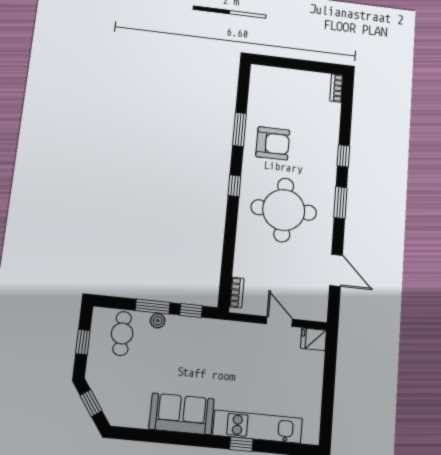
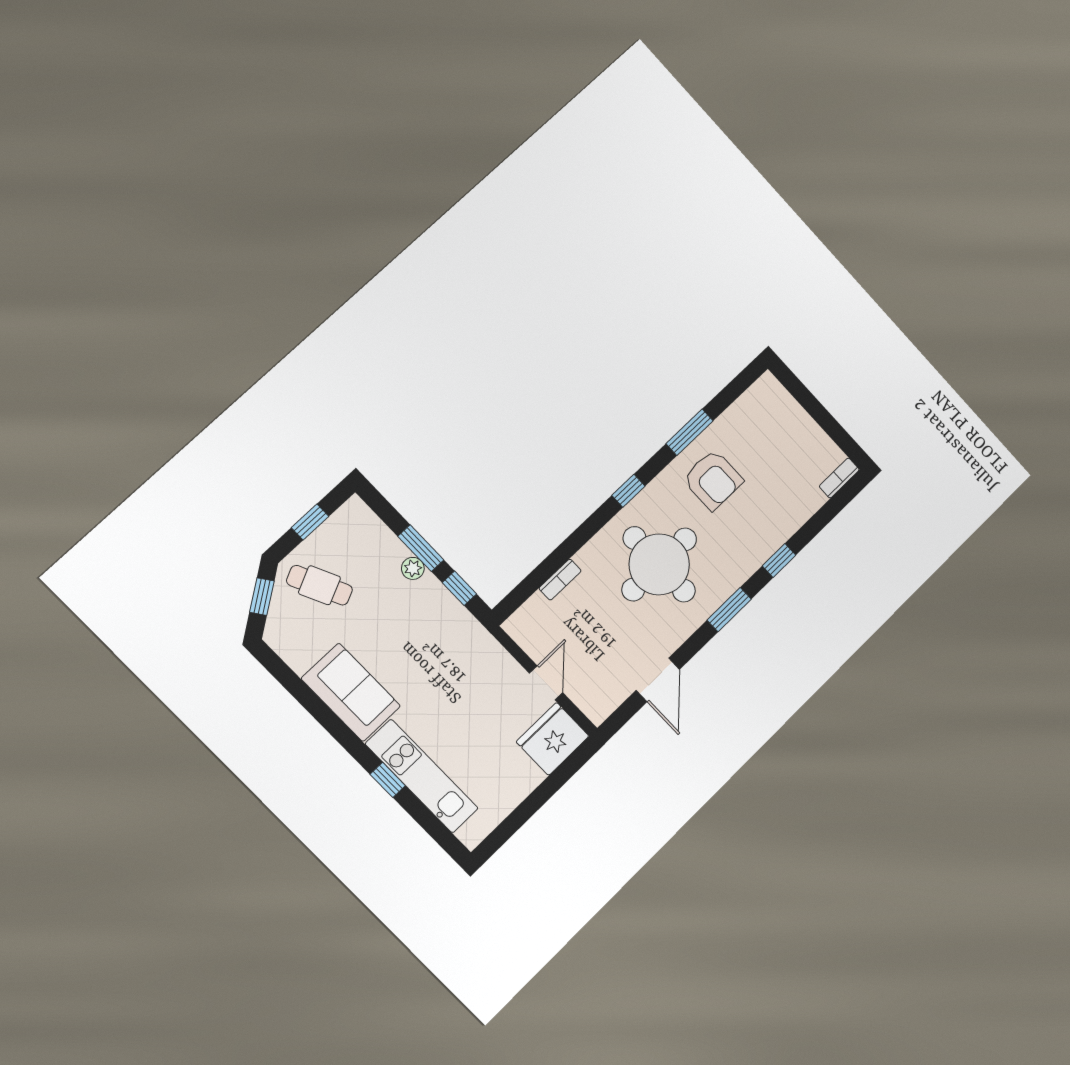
bookcase: (237, 293) -> (560, 580), moved
cafe table: (122, 333) -> (319, 585), moved, turned 65
fridge: (314, 339) -> (553, 739), width x1.88, depth x1.34

